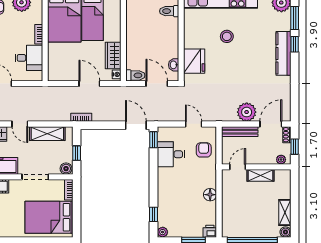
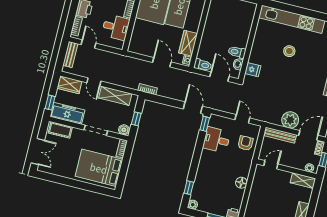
toilet: (169, 11) -> (237, 52), moved
fridge: (194, 61) -> (253, 70), width x0.53, depth x0.75
shelving: (261, 175) -> (303, 181), moved

